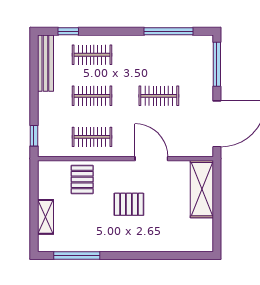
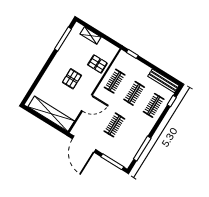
shelving: (202, 189) -> (51, 114), width x1.47

